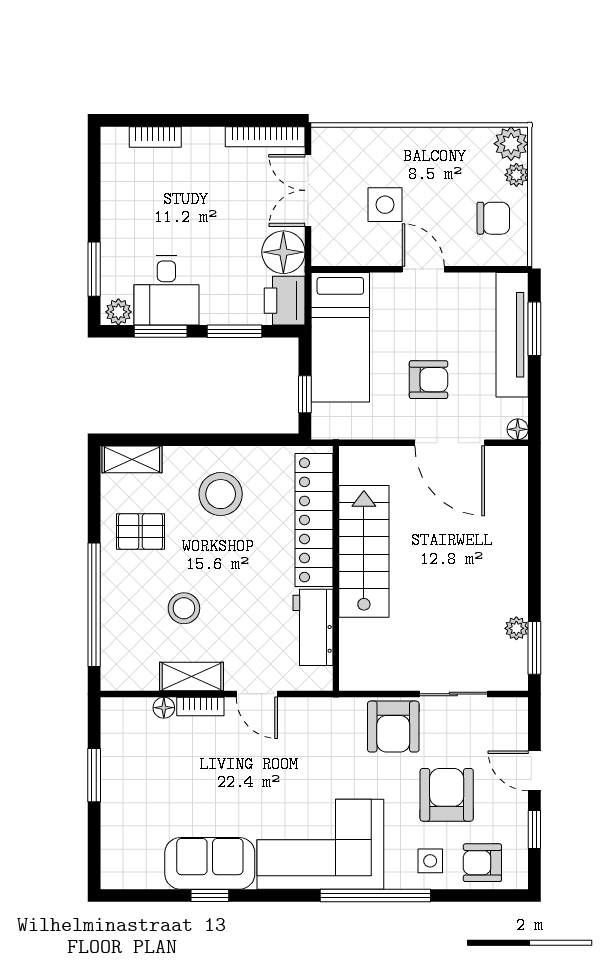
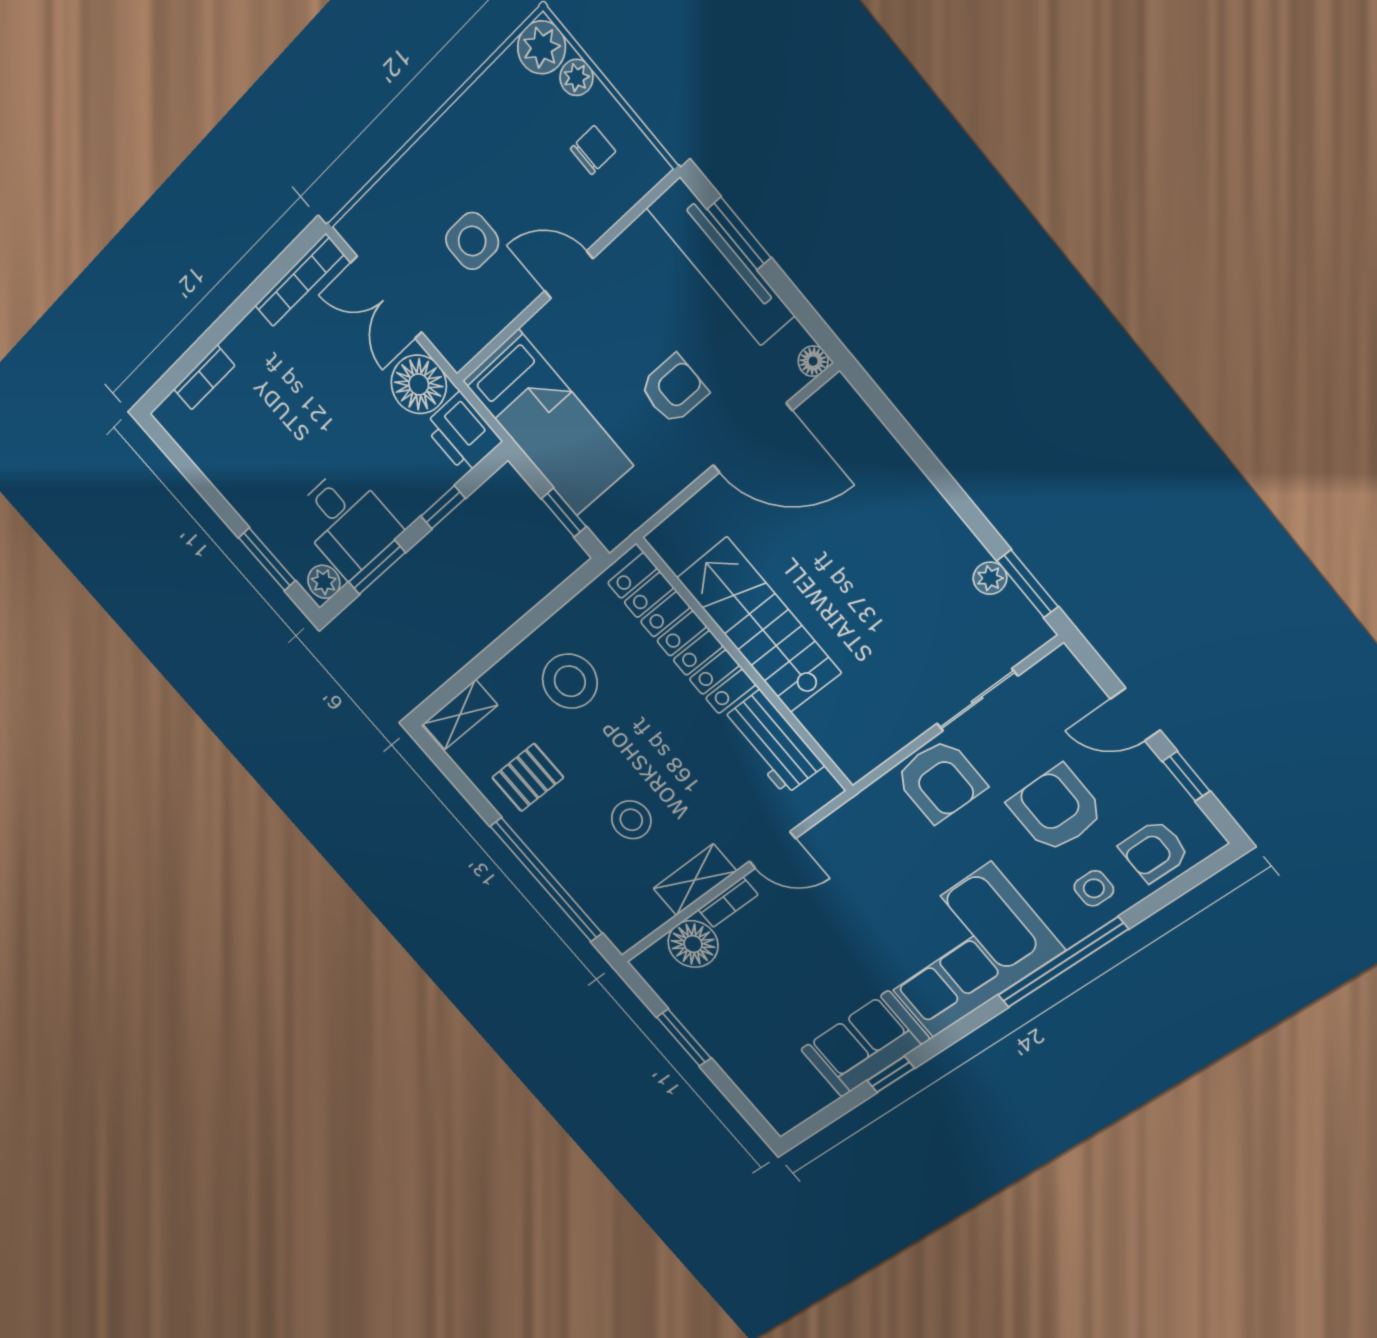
chair: (493, 218) -> (593, 150), width x0.73, depth x0.73
window: (235, 331) -> (443, 507), width x0.67
floor lamp: (164, 708) -> (693, 944), width x1.89, depth x1.89

